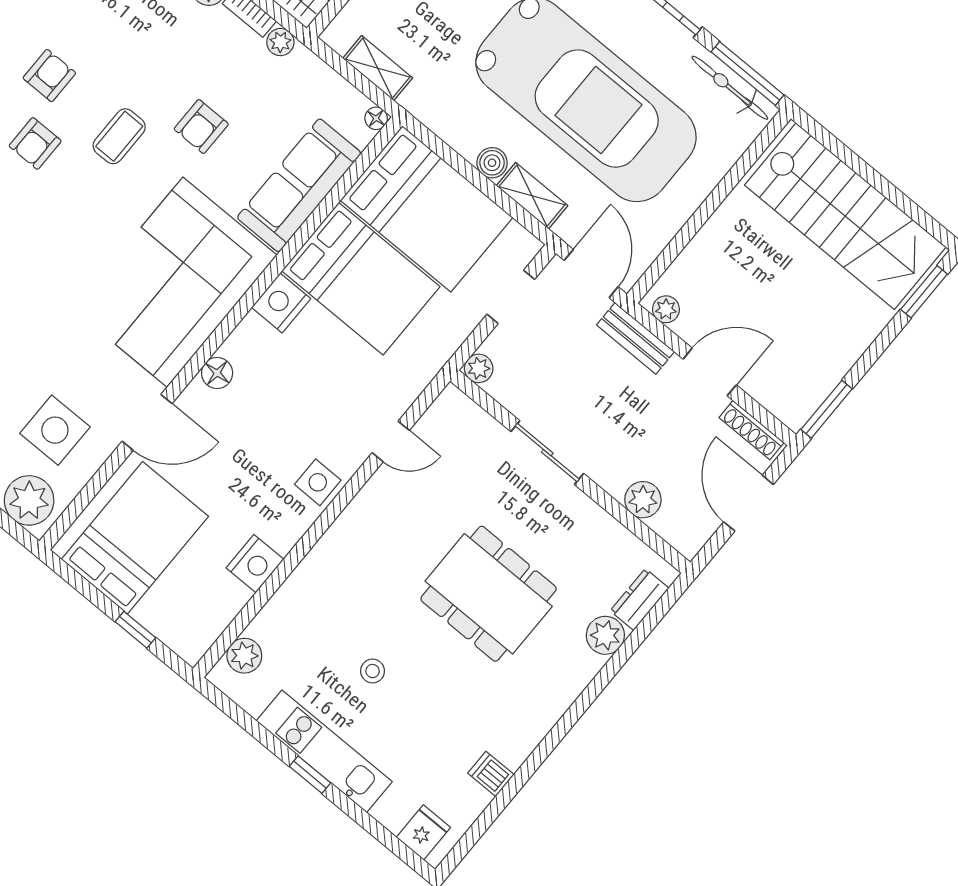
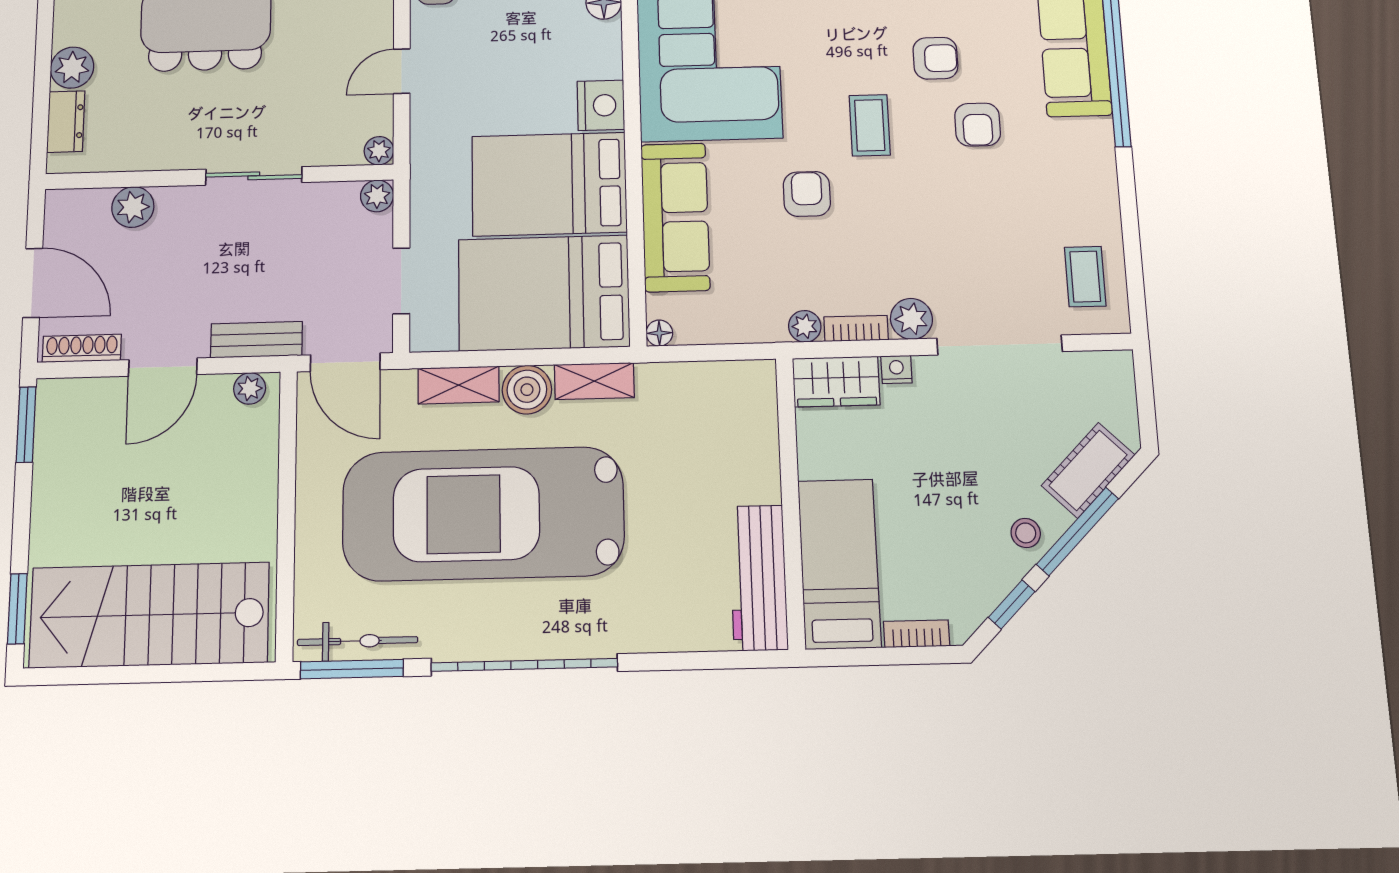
shelving: (378, 68) -> (594, 381), moved
armchair: (35, 143) -> (935, 58), turned 90
boiler: (492, 163) -> (527, 390), width x1.36, depth x1.36
plant: (452, 399) -> (379, 151), added

